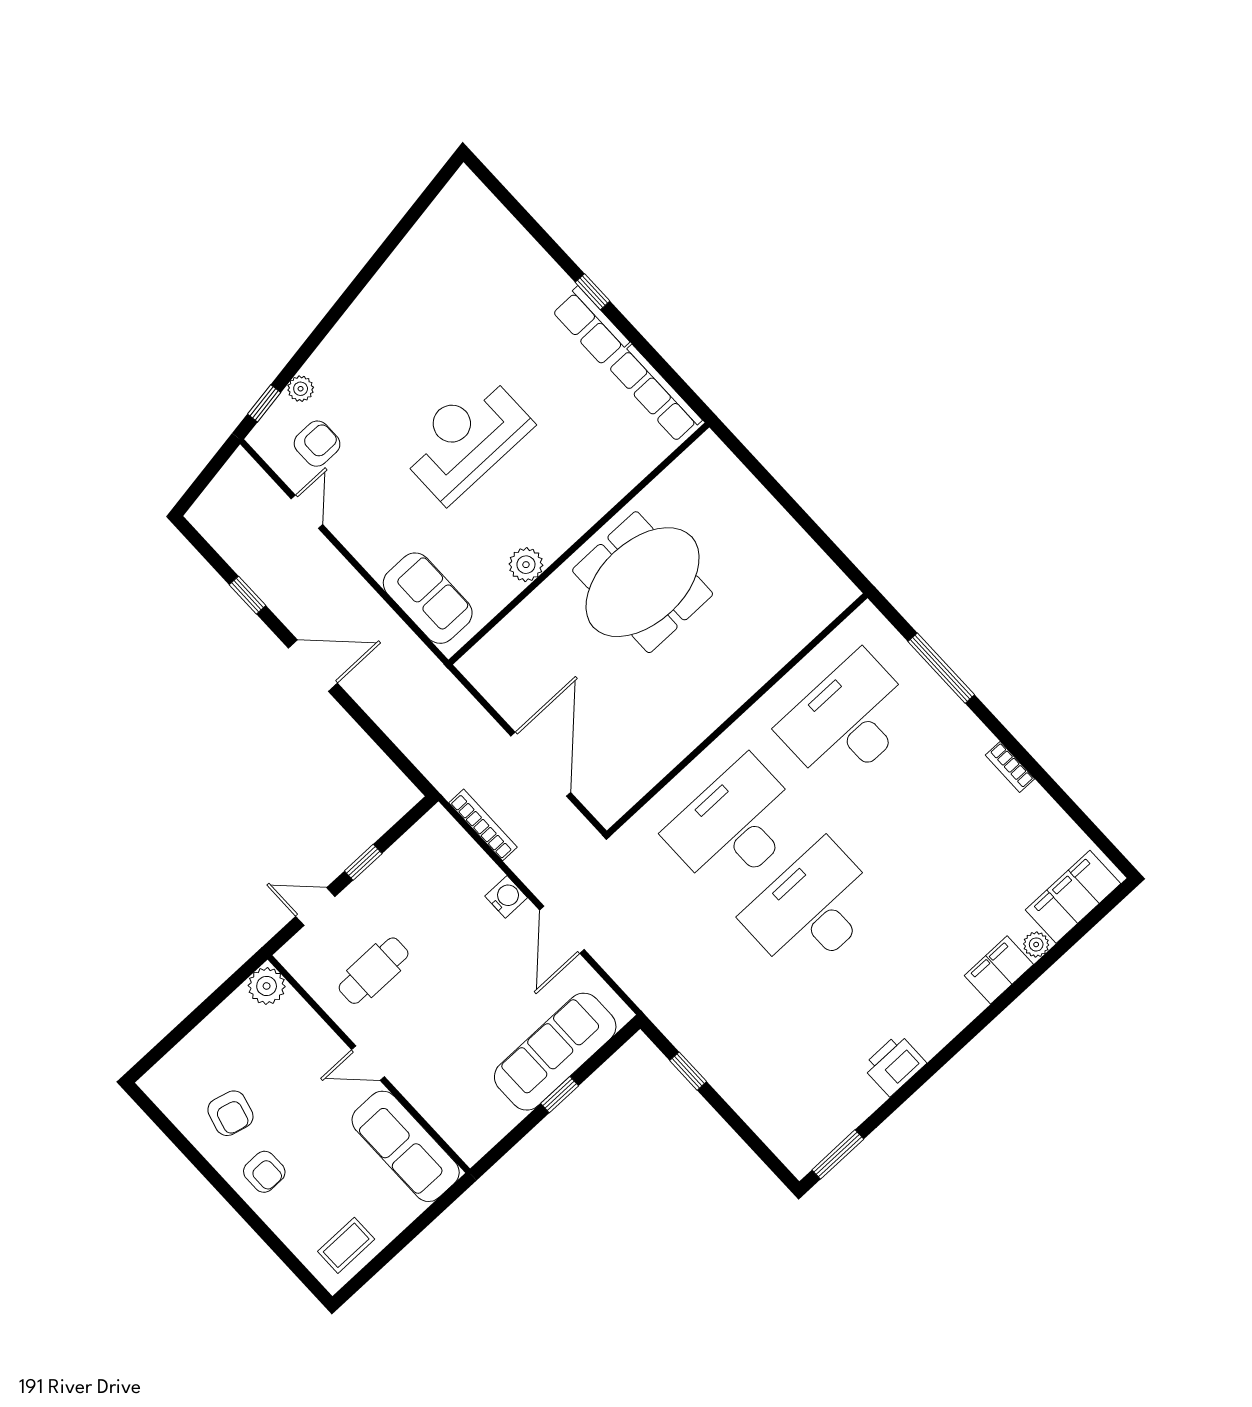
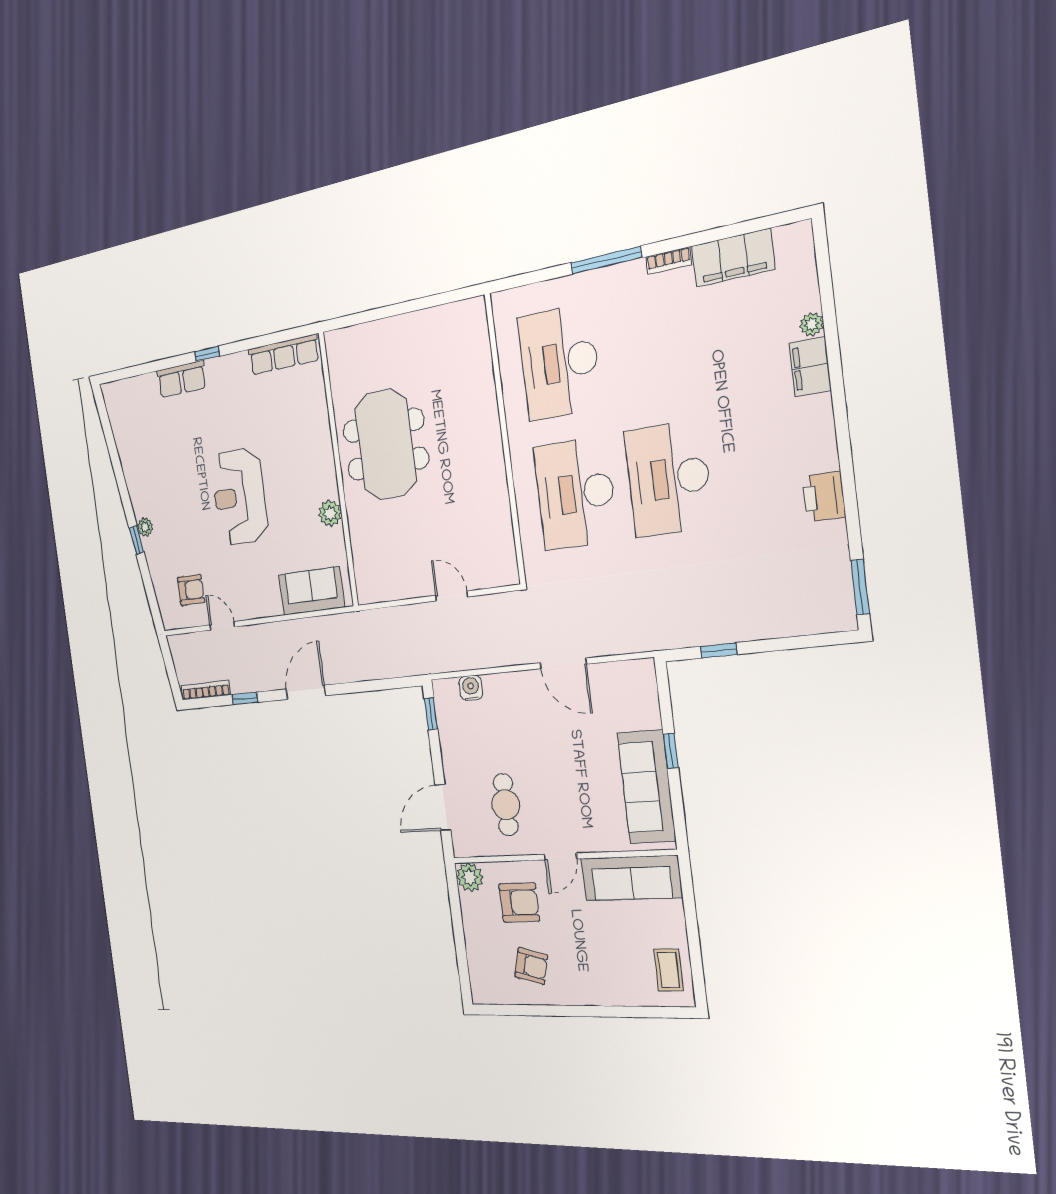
row of seats: (591, 326) -> (182, 379), moved
plant: (301, 389) -> (145, 527), moved
window: (264, 403) -> (136, 540), moved
armchair: (317, 444) -> (191, 590), turned 90
window: (941, 668) -> (606, 260), moved
door: (541, 764) -> (452, 596), width x0.53
bookcase: (483, 825) -> (206, 690), moved
window: (363, 862) -> (431, 714), moved
water cooler: (506, 897) -> (471, 688), moved
filing cabinet: (1073, 897) -> (733, 258), moved, turned -90
door: (315, 906) -> (443, 807), width x1.38
sofa: (555, 1052) -> (647, 787), moved
armchair: (264, 1172) -> (519, 902), moved, width x1.38, depth x1.38

